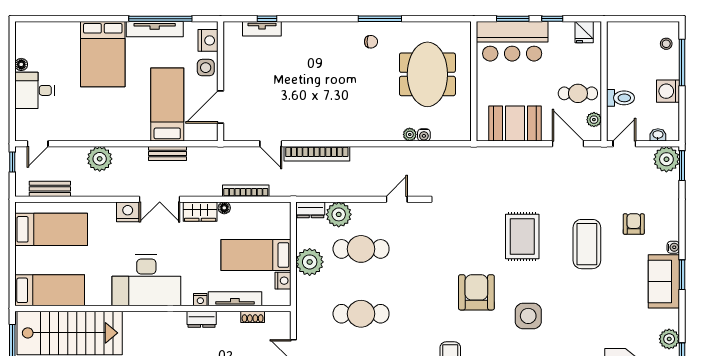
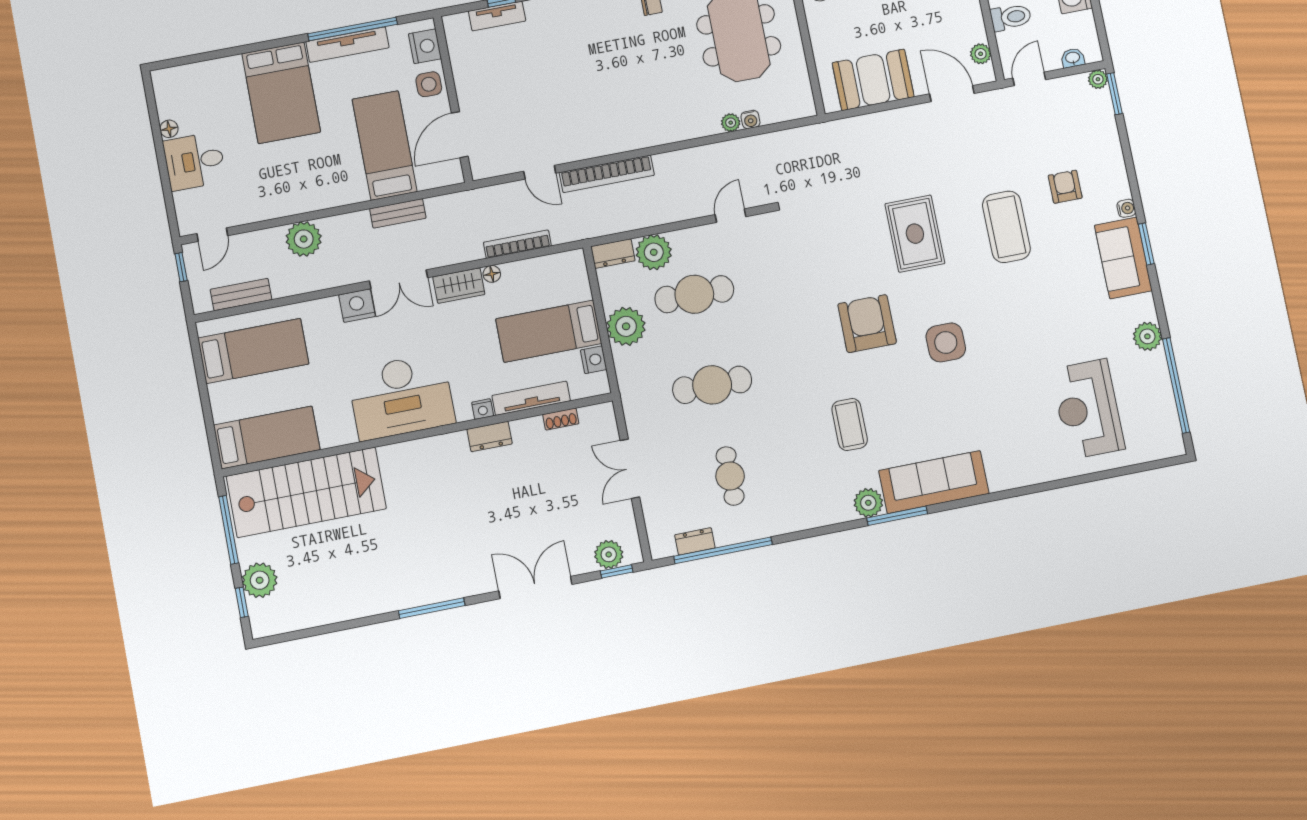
cafe table: (578, 93) -> (951, 22), removed
plant: (666, 159) -> (1098, 79), width x0.53, depth x0.53

